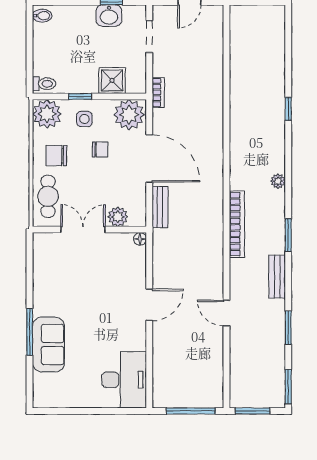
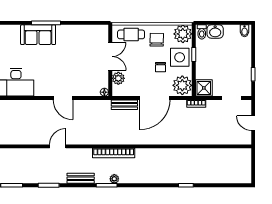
washbasin: (109, 16) -> (215, 31), moved, turned -90
shower: (112, 80) -> (204, 88), moved
side table: (84, 119) -> (180, 57), width x1.87, depth x1.87
plant: (278, 181) -> (114, 179), moved

